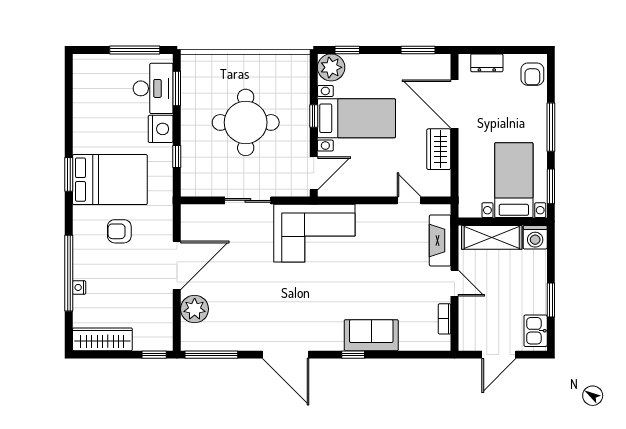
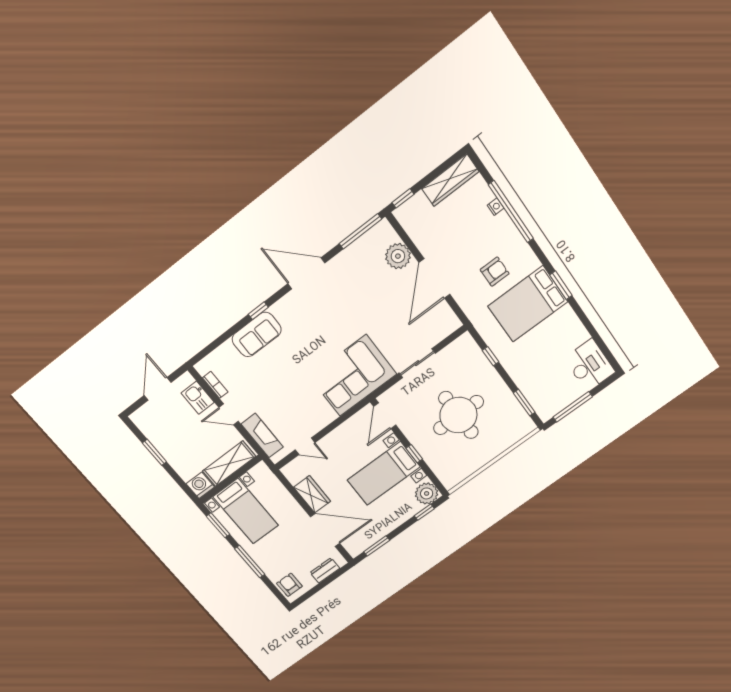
desk: (153, 88) -> (590, 365), moved, turned 180
nightstand: (161, 129) -> (516, 367), removed
kitchen sink: (536, 331) -> (198, 398), moved, turned 180

